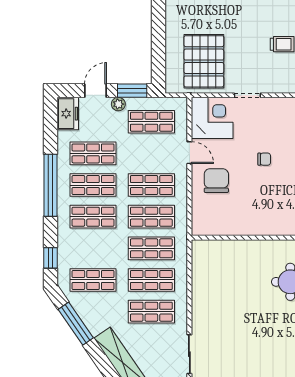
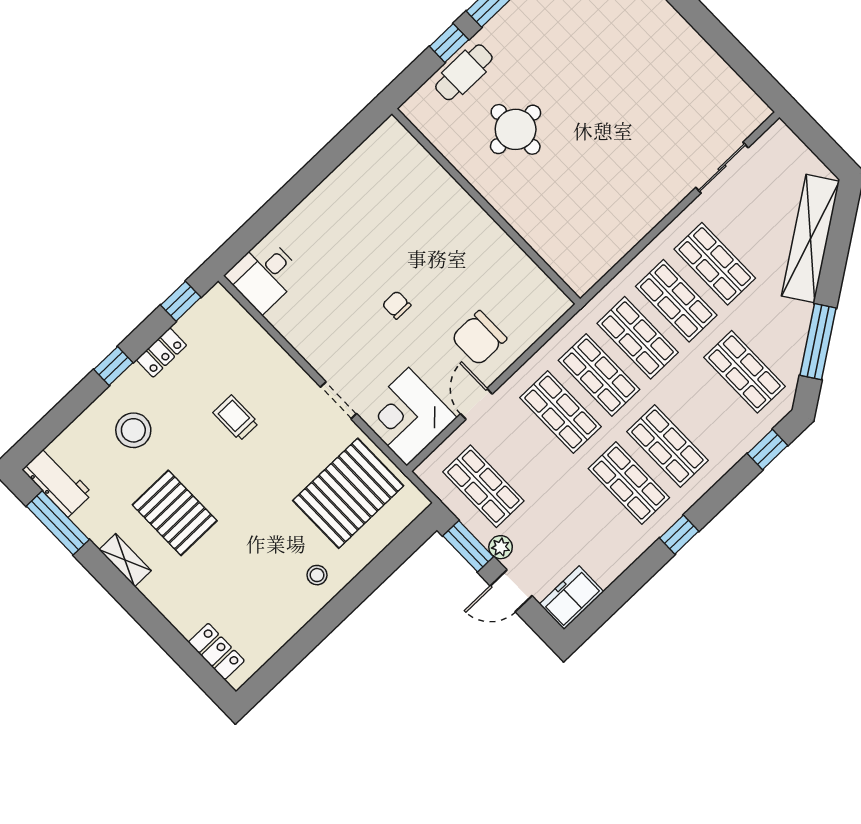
stool: (182, 14) -> (317, 575), added
shop shelf: (93, 153) -> (590, 520), removed
window: (50, 185) -> (679, 535), width x0.32

